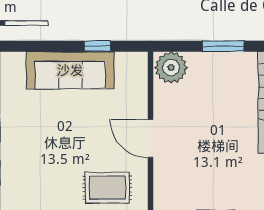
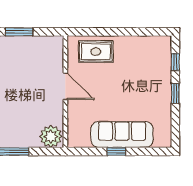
window: (97, 46) -> (116, 151), moved

